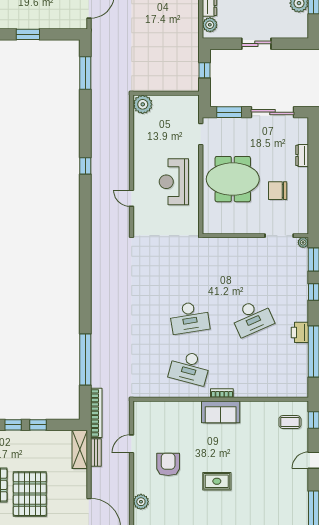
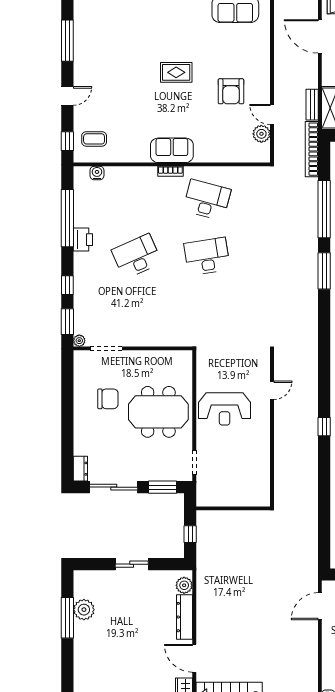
window: (85, 73) -> (324, 271), moved
plant: (143, 104) -> (259, 496), removed
dresser: (302, 155) -> (80, 469), moved
reception desk: (174, 182) -> (225, 409), turned 90
door: (132, 198) -> (272, 390), hinge flipped
water cooler: (287, 392) -> (97, 173), added
door: (132, 444) -> (272, 114), swing flipped
plant: (141, 502) -> (261, 134), moved

